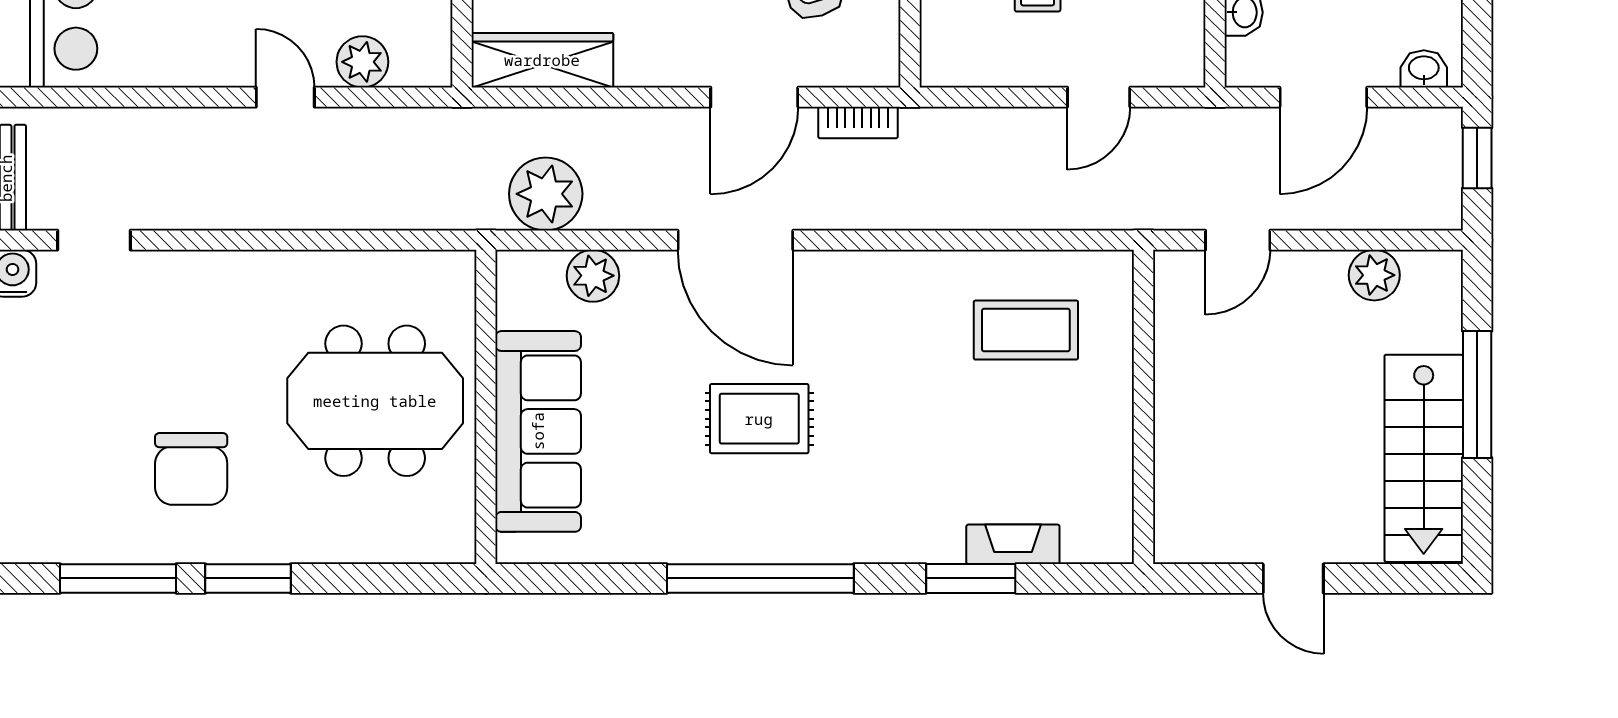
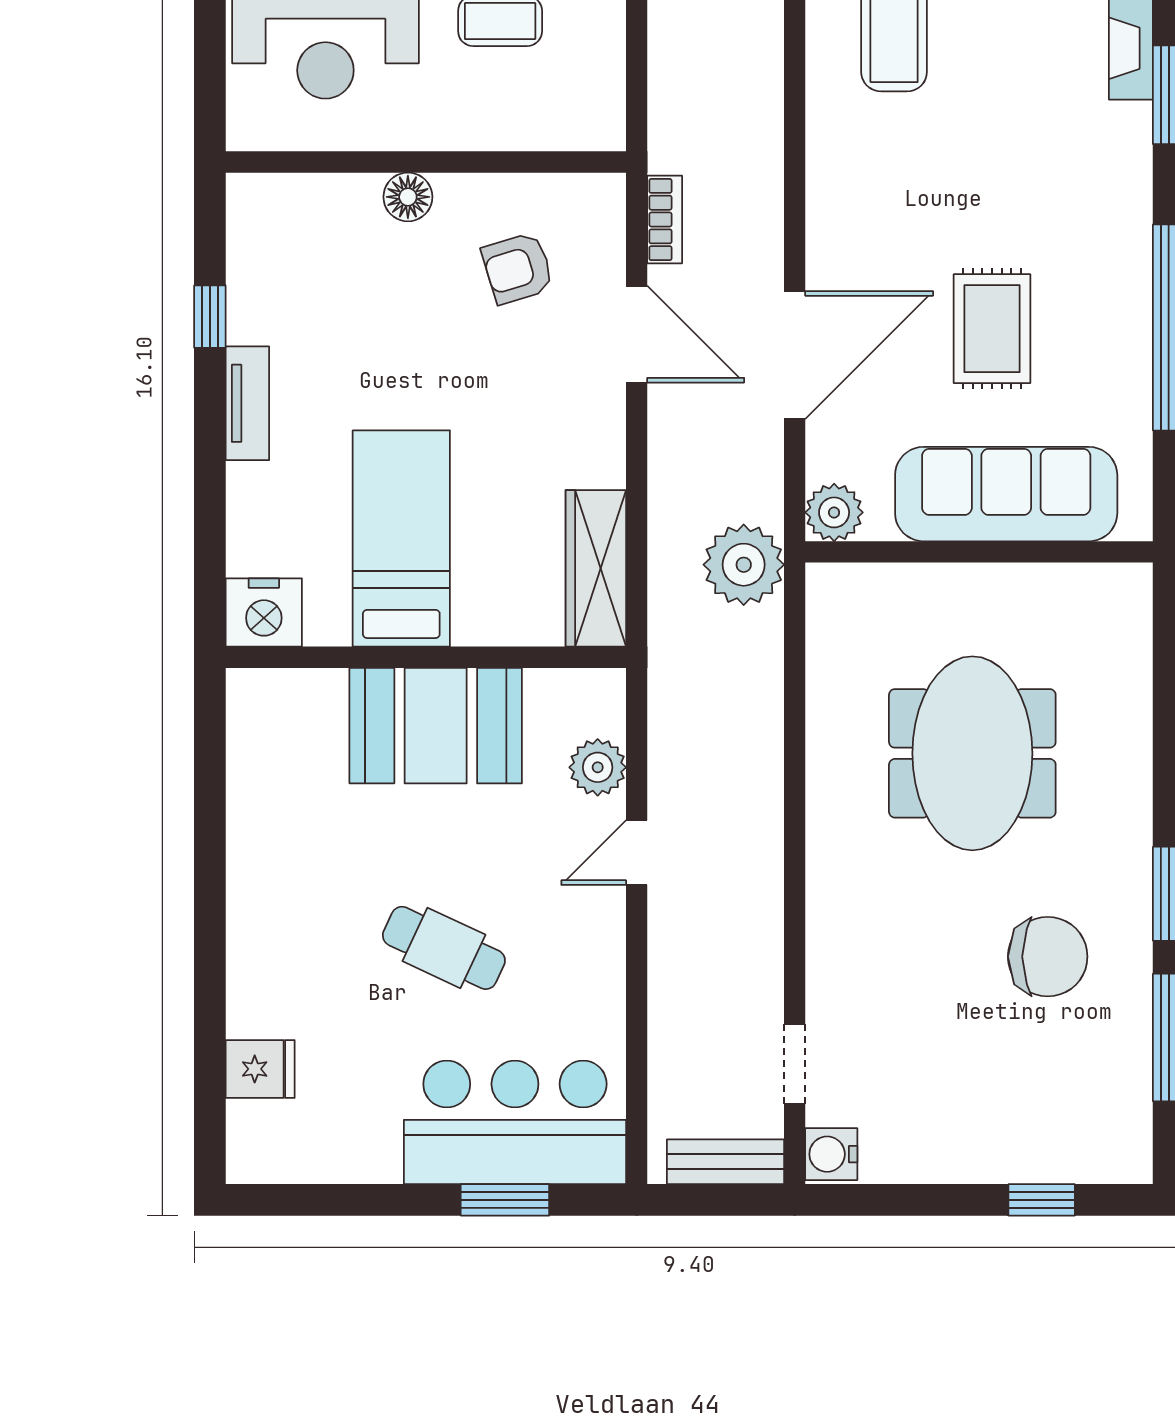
wall: (486, 407) -> (979, 552), moved
sofa: (538, 431) -> (1006, 494), moved

